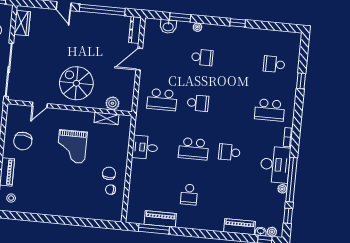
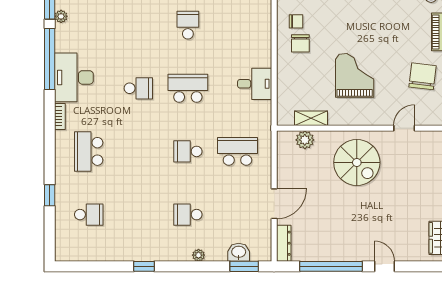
window: (180, 17) -> (244, 266), moved
school desk: (270, 110) -> (89, 151), turned -90
plant: (282, 189) -> (61, 16), moved

